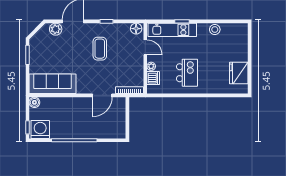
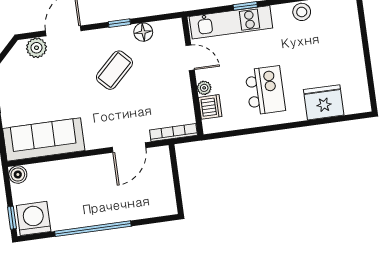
floor lamp: (136, 29) -> (143, 32), moved
coffee table: (100, 49) -> (114, 70), turned 46
fridge: (239, 73) -> (324, 102), moved, turned 90

